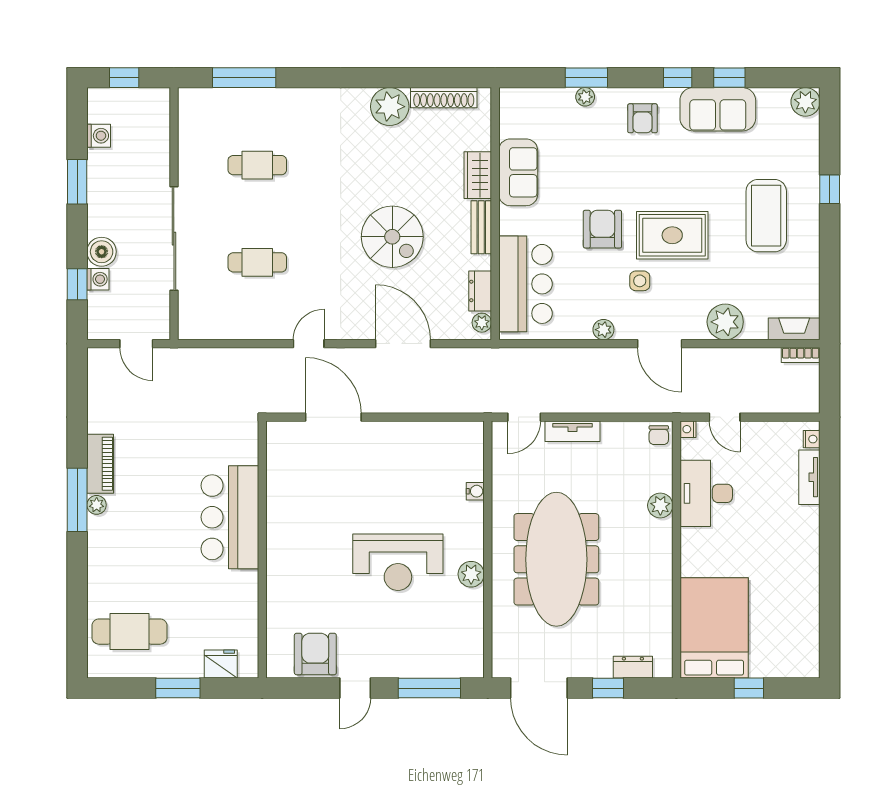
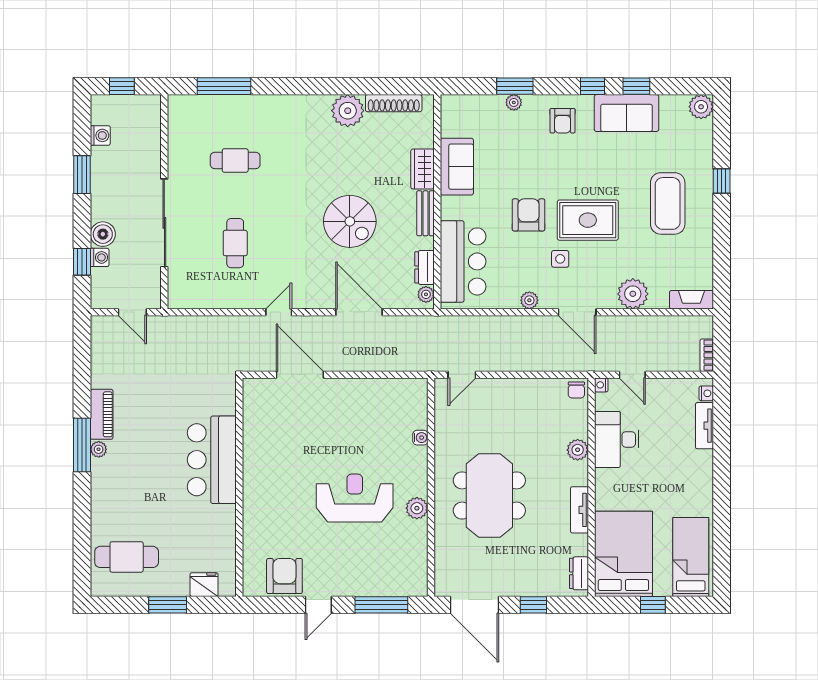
cafe table: (257, 262) -> (235, 243), turned 90
bookcase: (801, 355) -> (707, 355), moved, turned 90
tv unit: (572, 431) -> (579, 510), moved, turned 90
meeting table: (556, 559) -> (489, 495), width x0.73
reception desk: (398, 562) -> (355, 498), turned 180
bed: (793, 632) -> (691, 557), added
dresser: (633, 667) -> (579, 573), moved, turned -90

